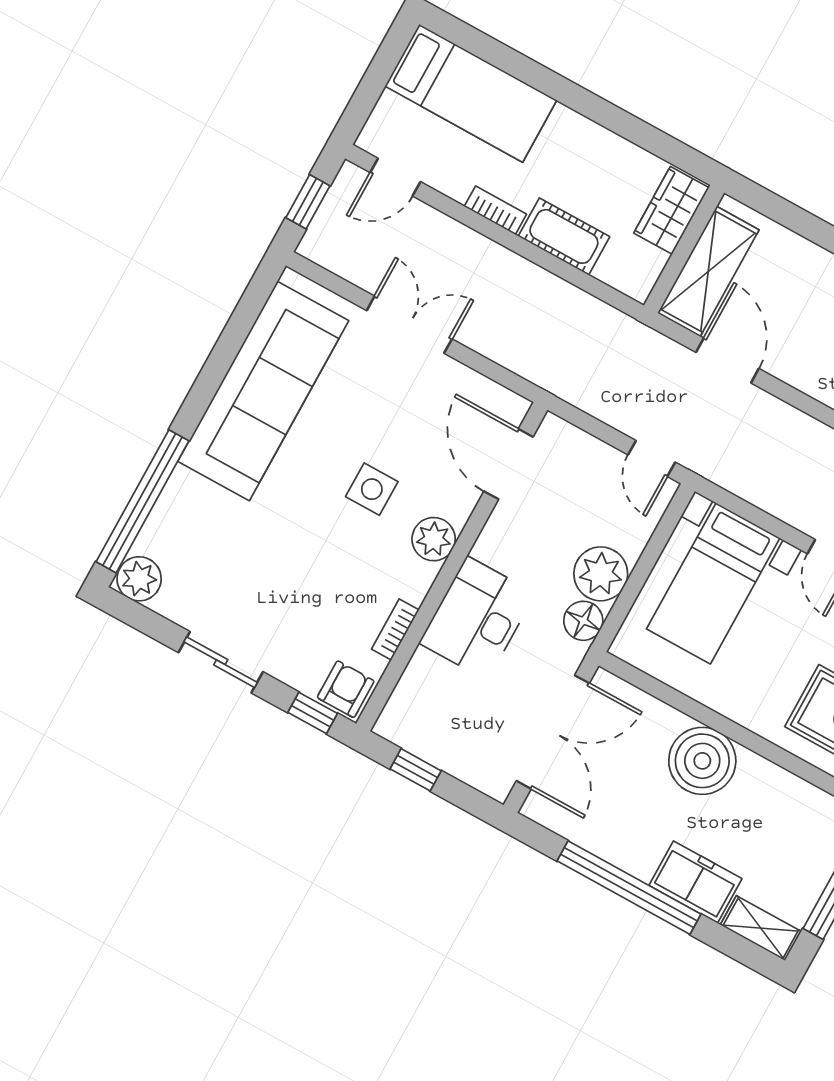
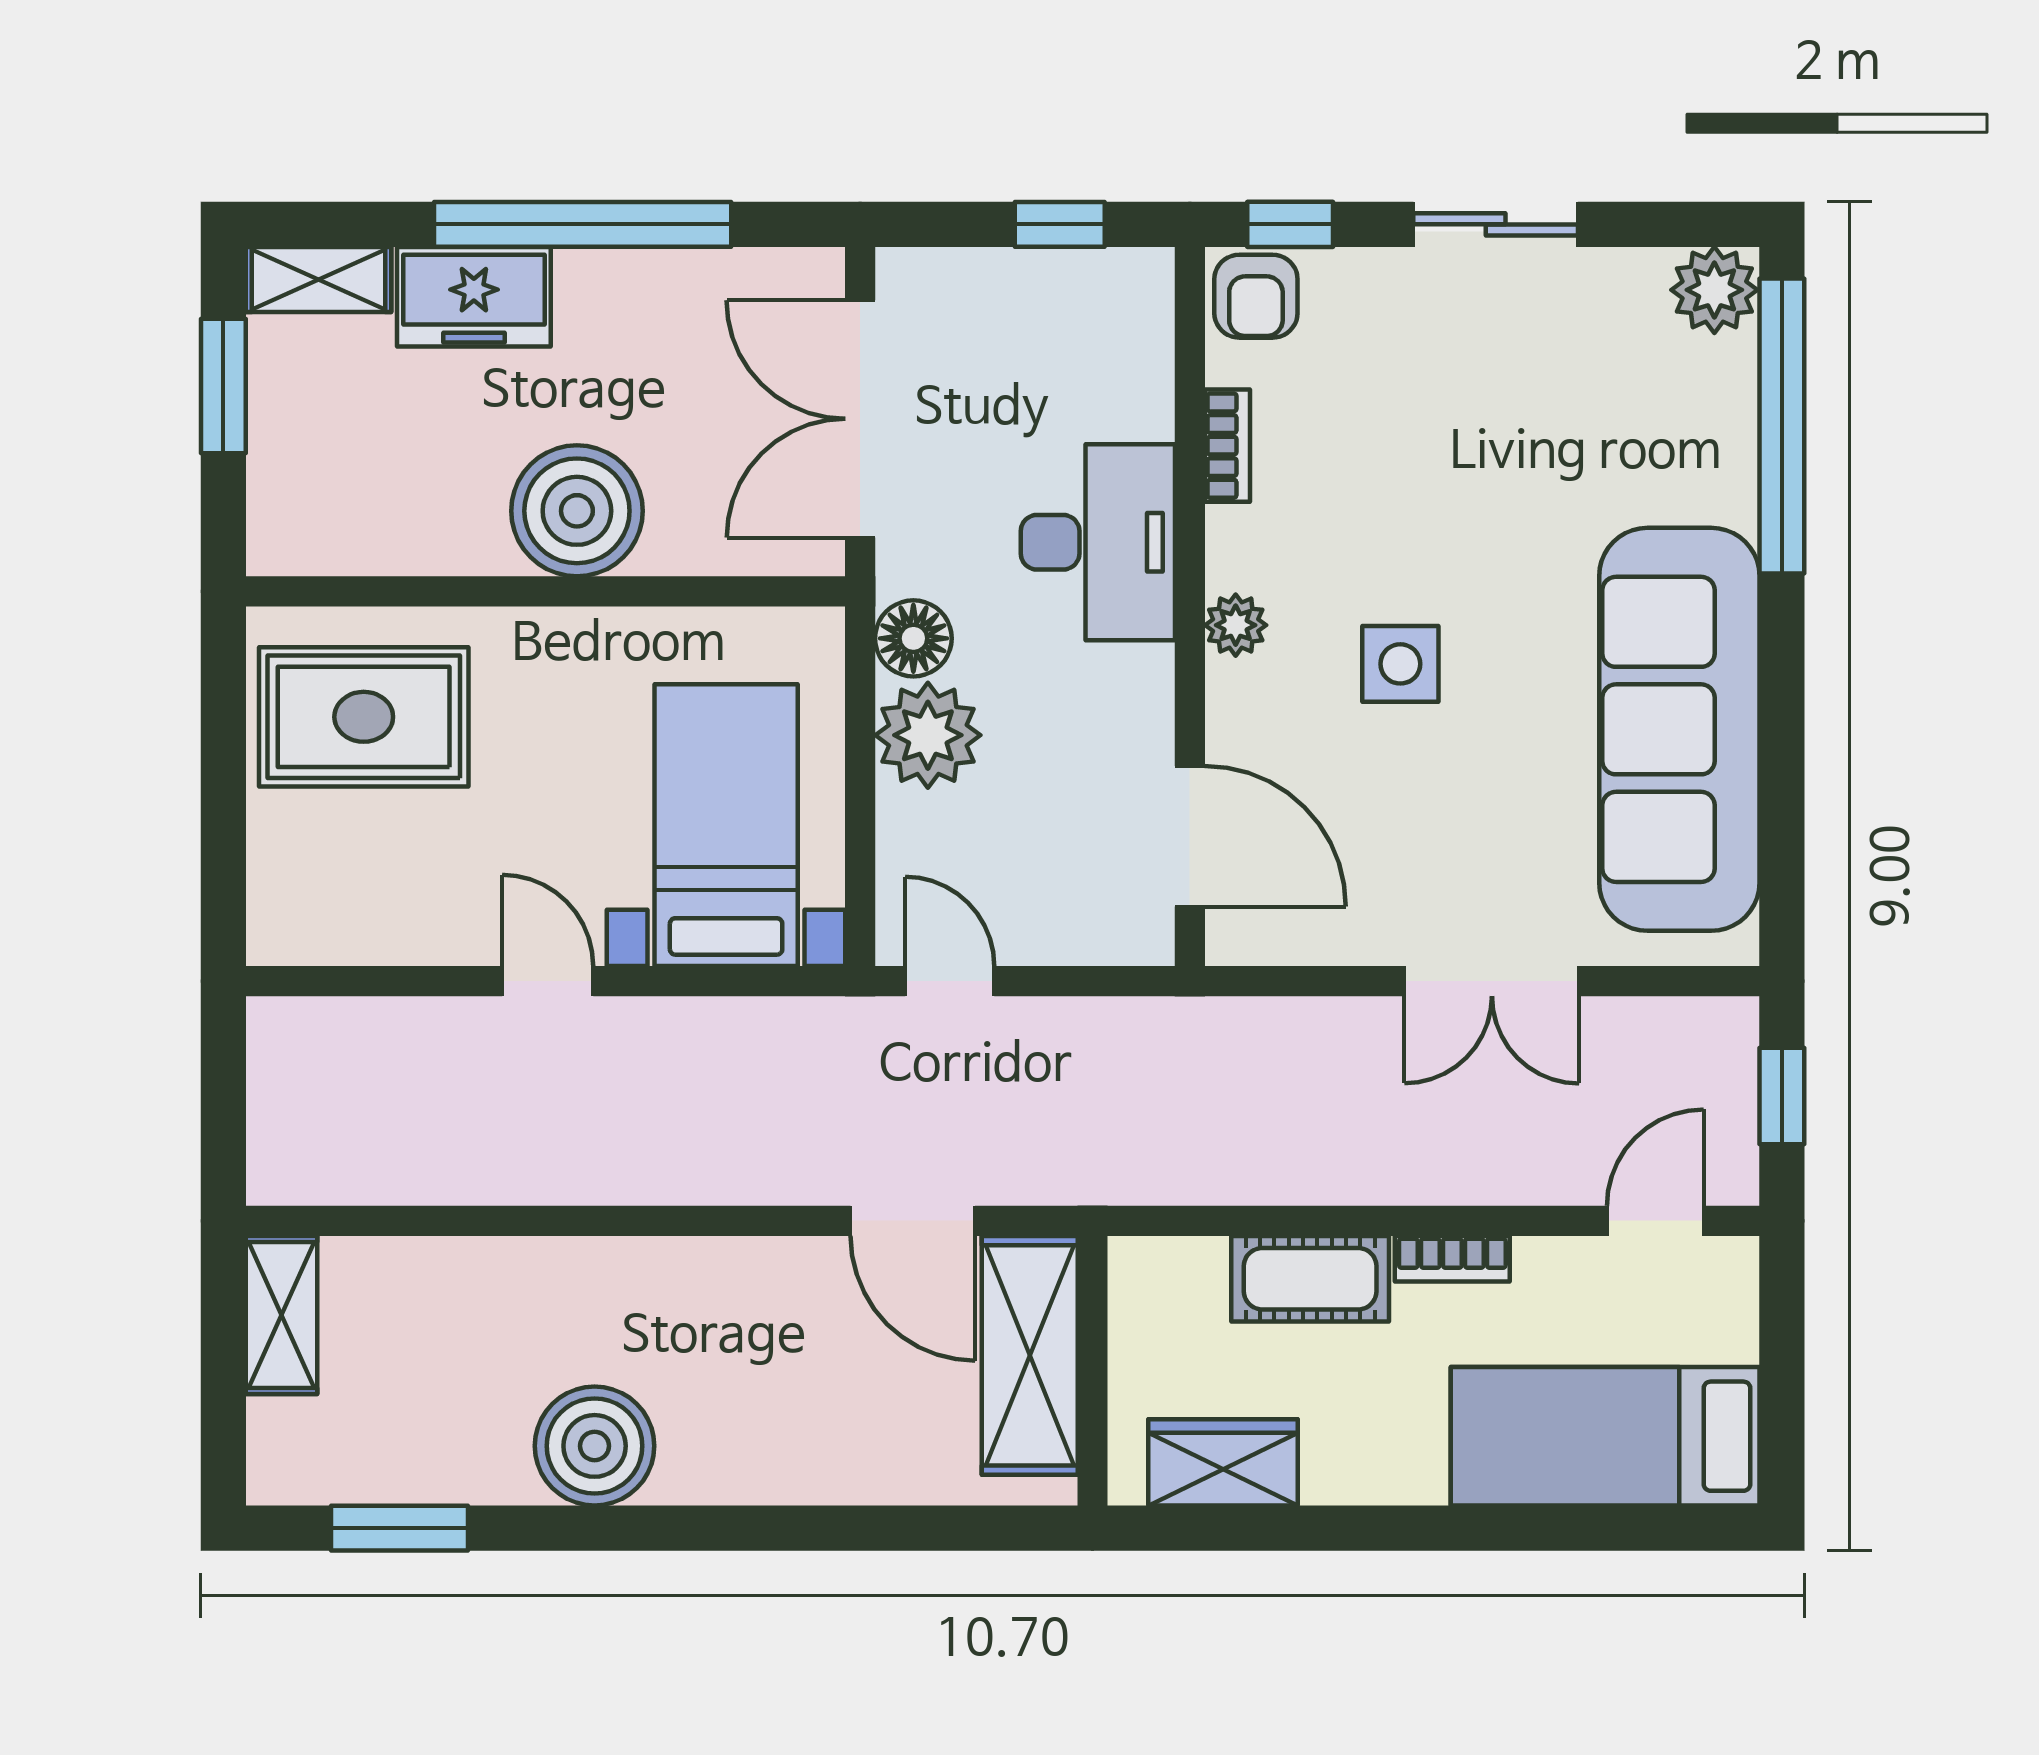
wardrobe: (671, 210) -> (1223, 1462), moved, turned -90
plant: (434, 539) -> (1236, 625), width x0.73, depth x0.73

